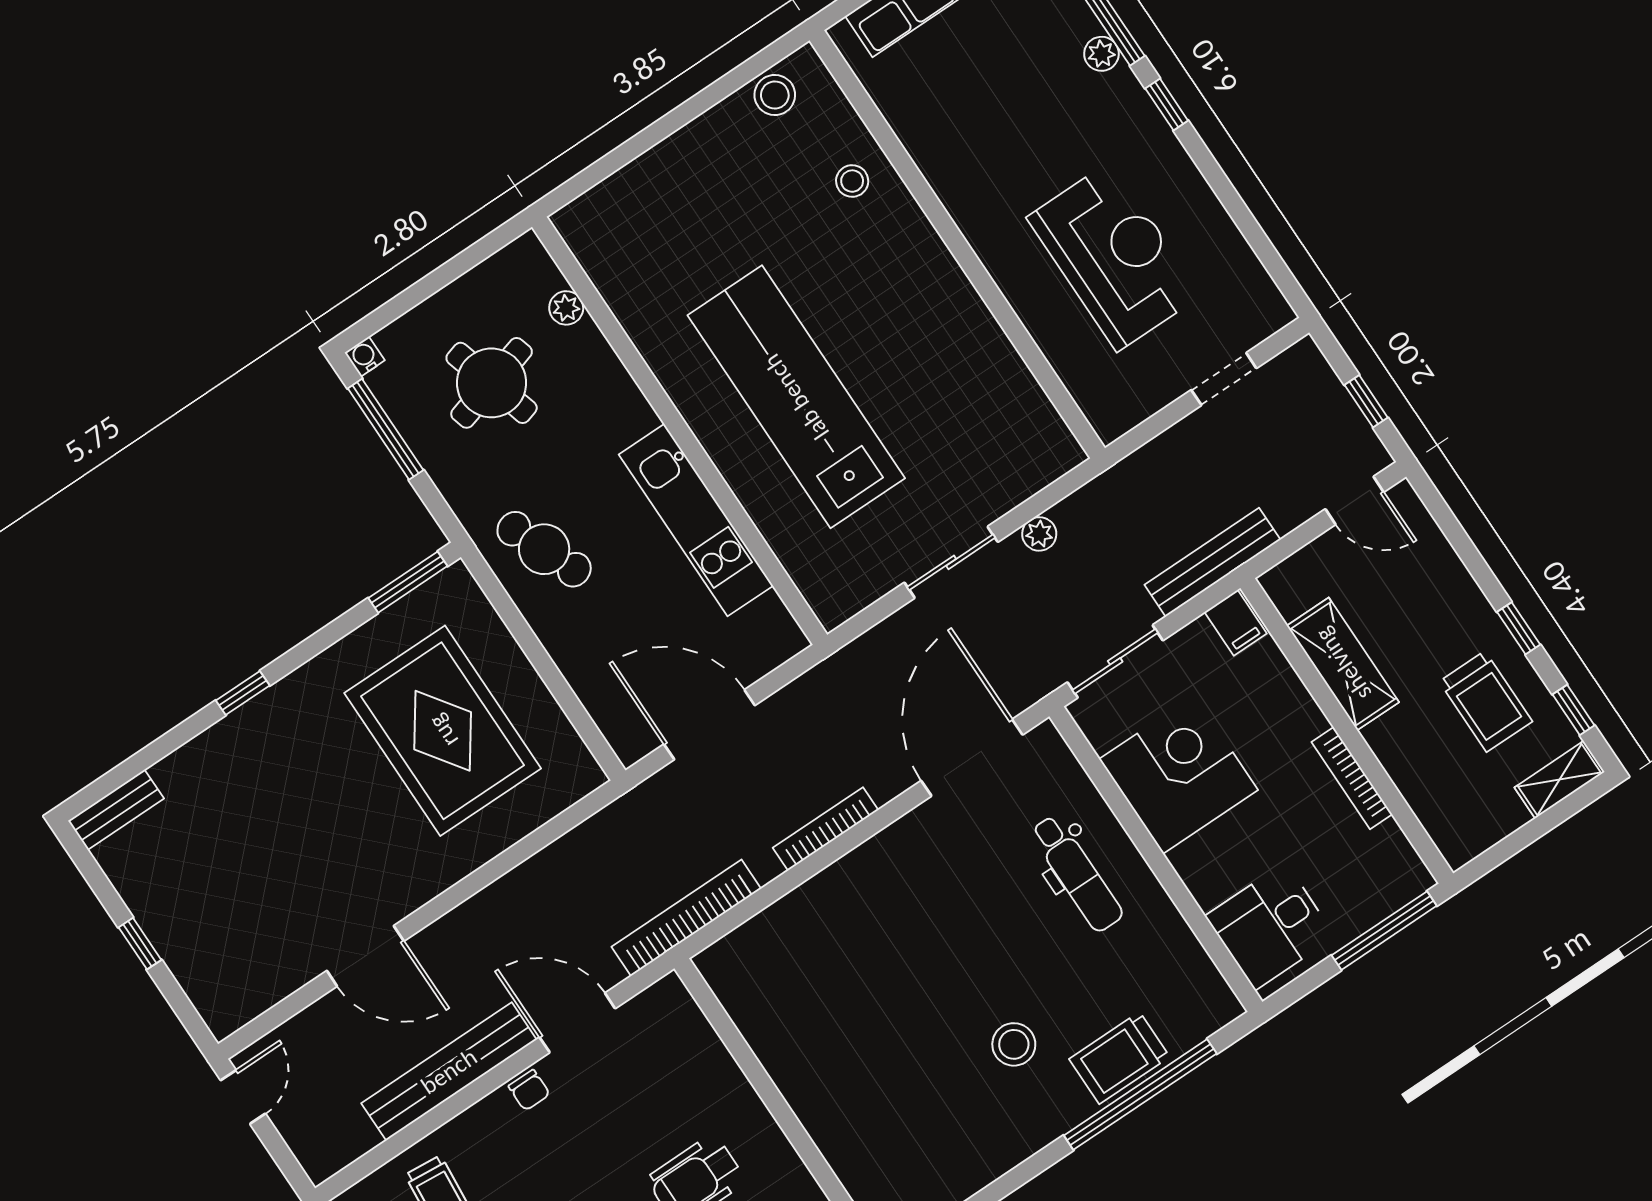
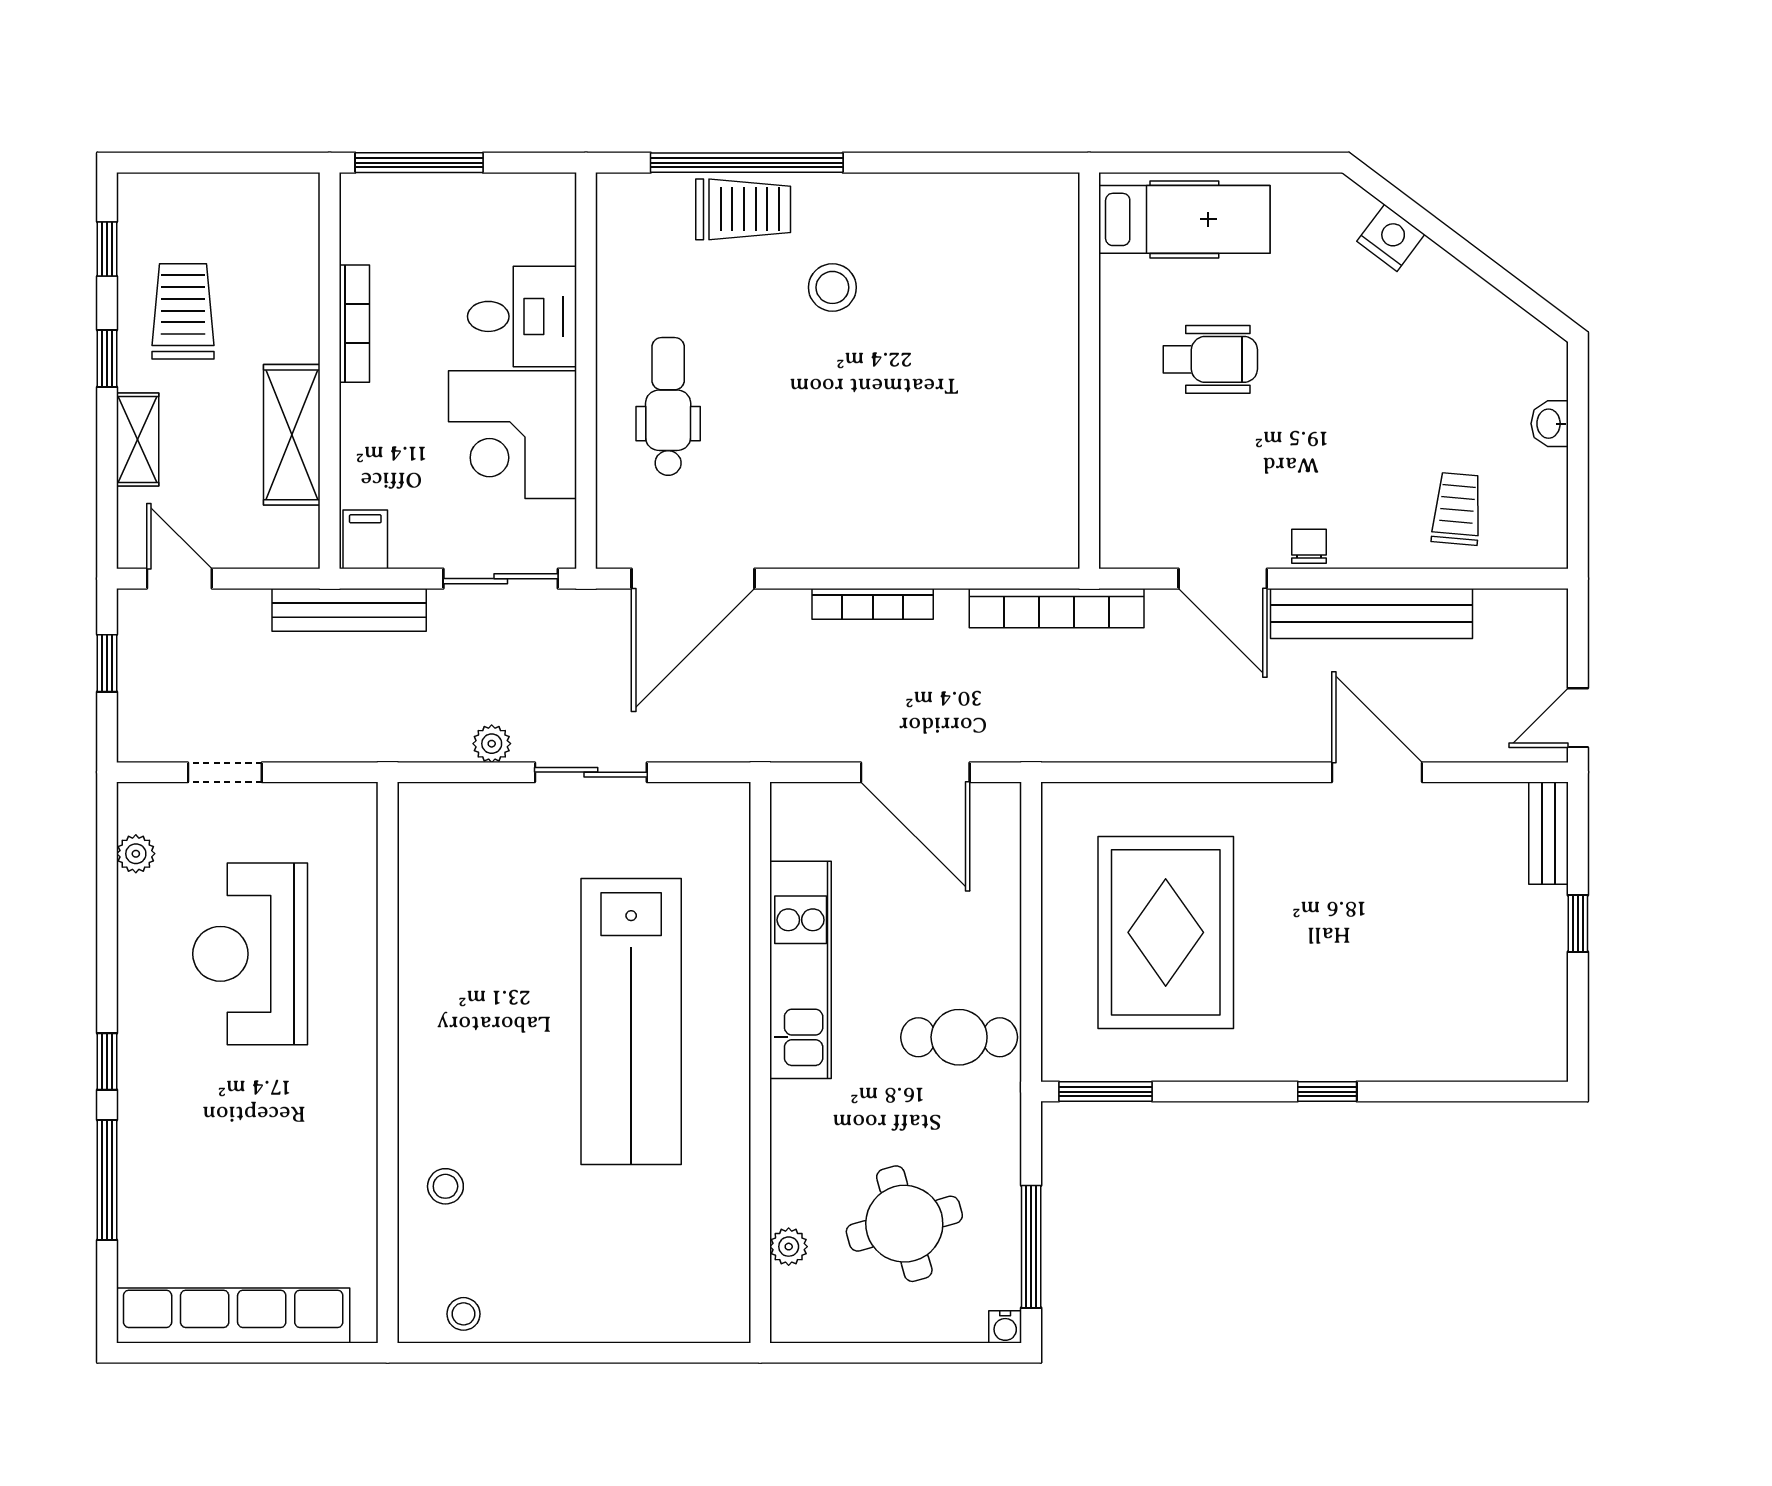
plant: (1101, 54) -> (136, 854), moved
stool: (775, 95) -> (464, 1314), width x0.73, depth x0.73
cafe table: (544, 549) -> (959, 1037), turned -68
shelving: (1560, 780) -> (138, 439), moved, turned 90
bench: (116, 810) -> (1549, 833), moved, turned 90
desk: (1270, 926) -> (522, 316), moved

